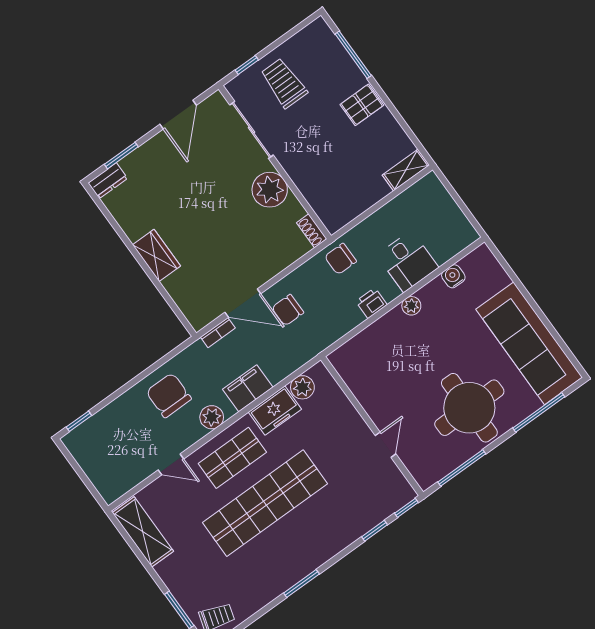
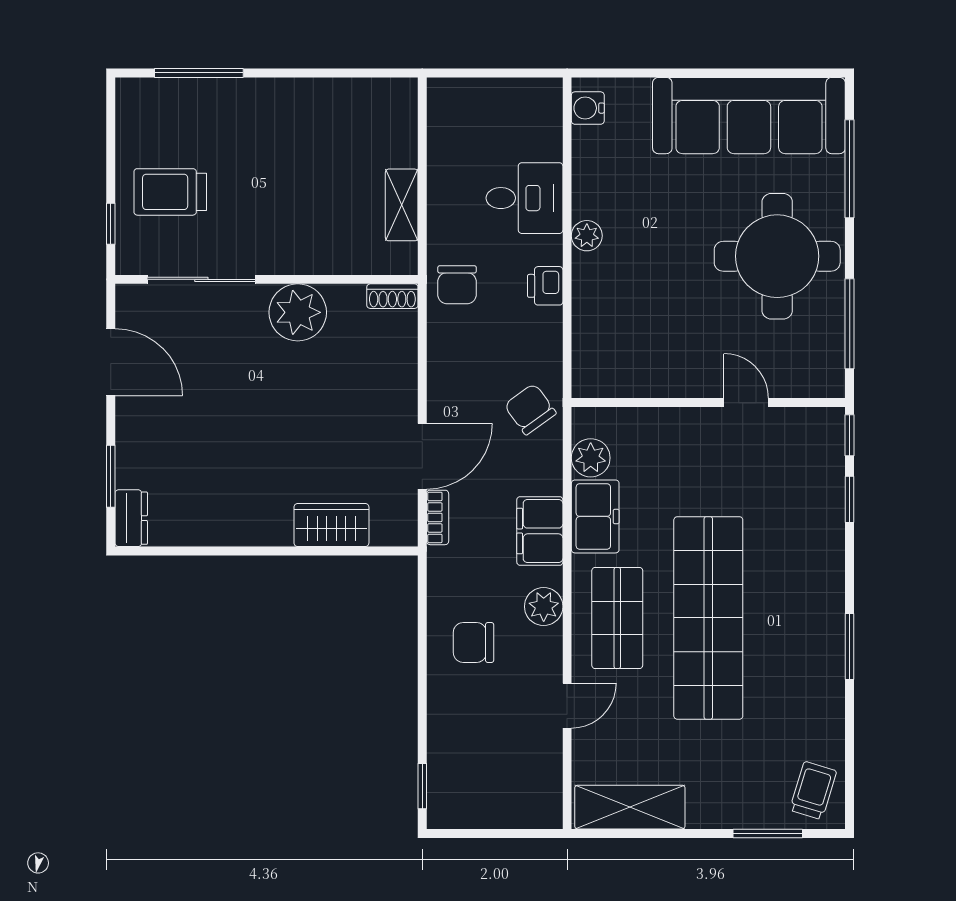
pallet: (362, 105) -> (273, 109), removed
shelving: (406, 170) -> (402, 205), moved
wardrobe: (157, 255) -> (331, 525), moved
water cooler: (453, 276) -> (588, 108), moved
chair: (288, 310) -> (530, 409), moved, turned 144
chair: (169, 395) -> (474, 642), width x0.73, depth x0.73

